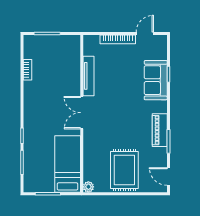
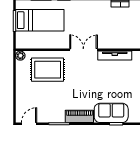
piano: (160, 130) -> (79, 116), moved
bed: (68, 164) -> (40, 20), moved
rug: (124, 170) -> (48, 70), moved

